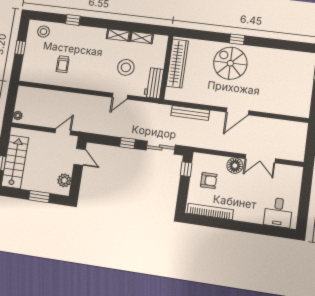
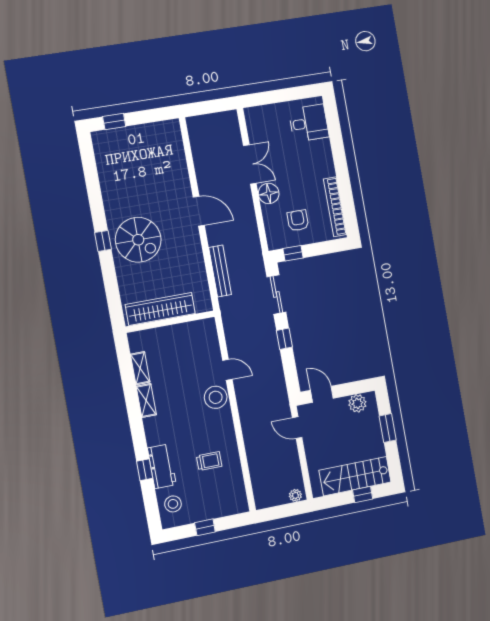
spiral stairs: (230, 63) -> (138, 240), turned -90
stool: (126, 67) -> (216, 397), moved
workbench: (154, 83) -> (162, 466), moved, turned -90
door: (80, 157) -> (322, 394), hinge flipped

